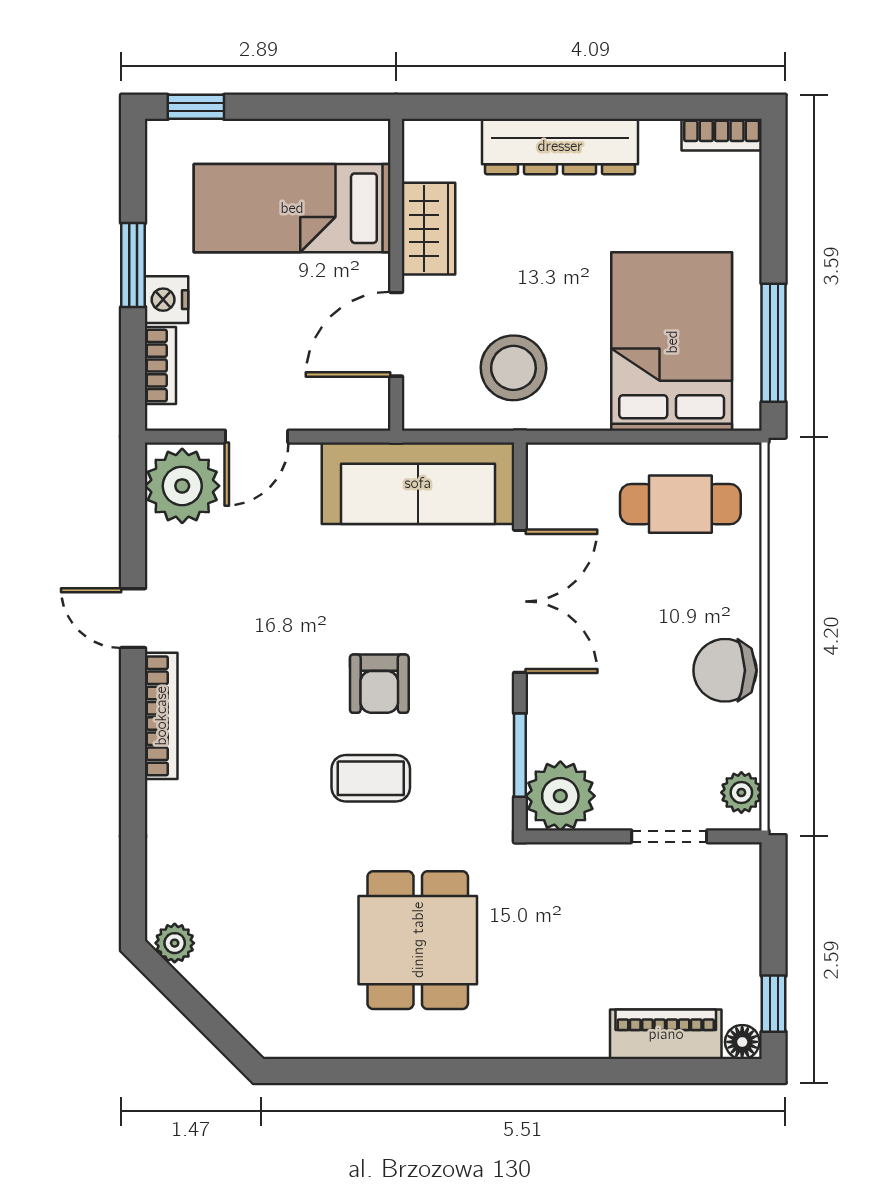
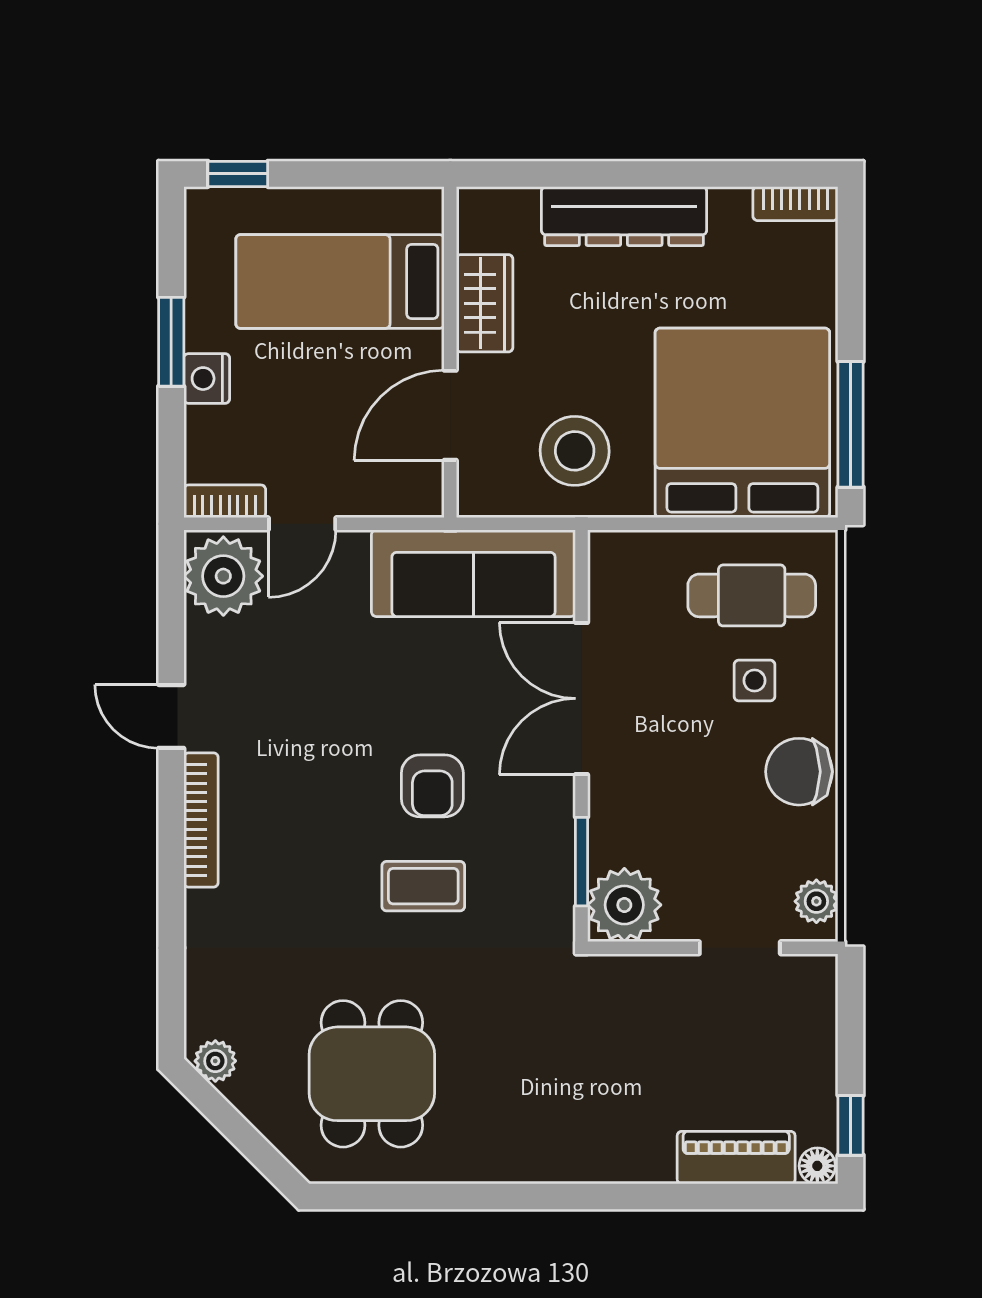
bed: (672, 342) -> (742, 423), width x1.36
bookcase: (160, 366) -> (225, 501), moved, turned -90
side table: (683, 584) -> (754, 681), added
double door: (520, 601) -> (582, 698), swing flipped
dining table: (418, 940) -> (372, 1074), moved

